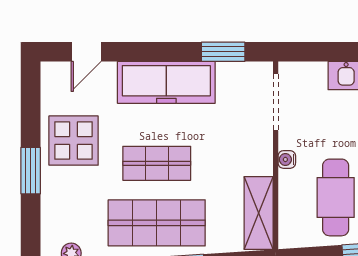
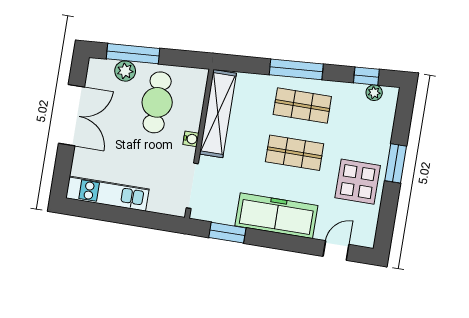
shelving: (259, 213) -> (218, 114), width x1.47
shop shelf: (157, 223) -> (302, 105), width x0.70, depth x0.74

